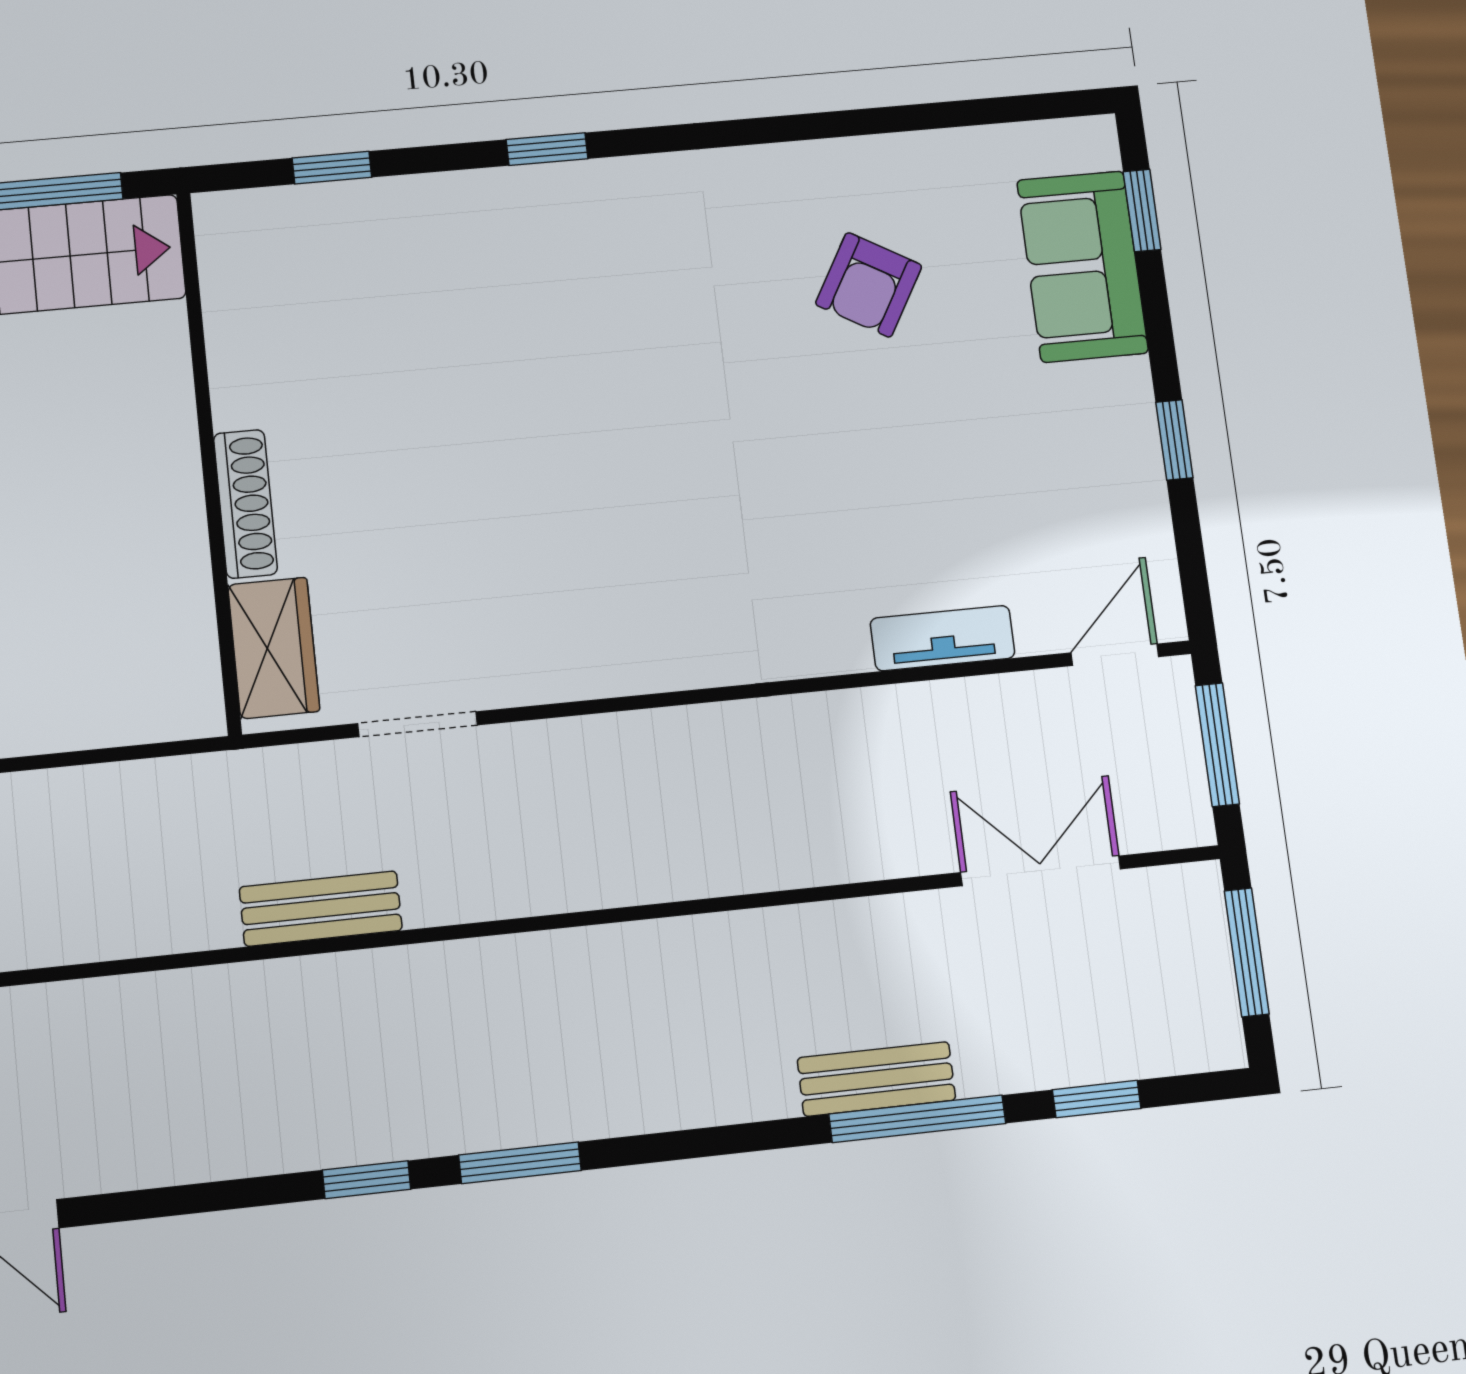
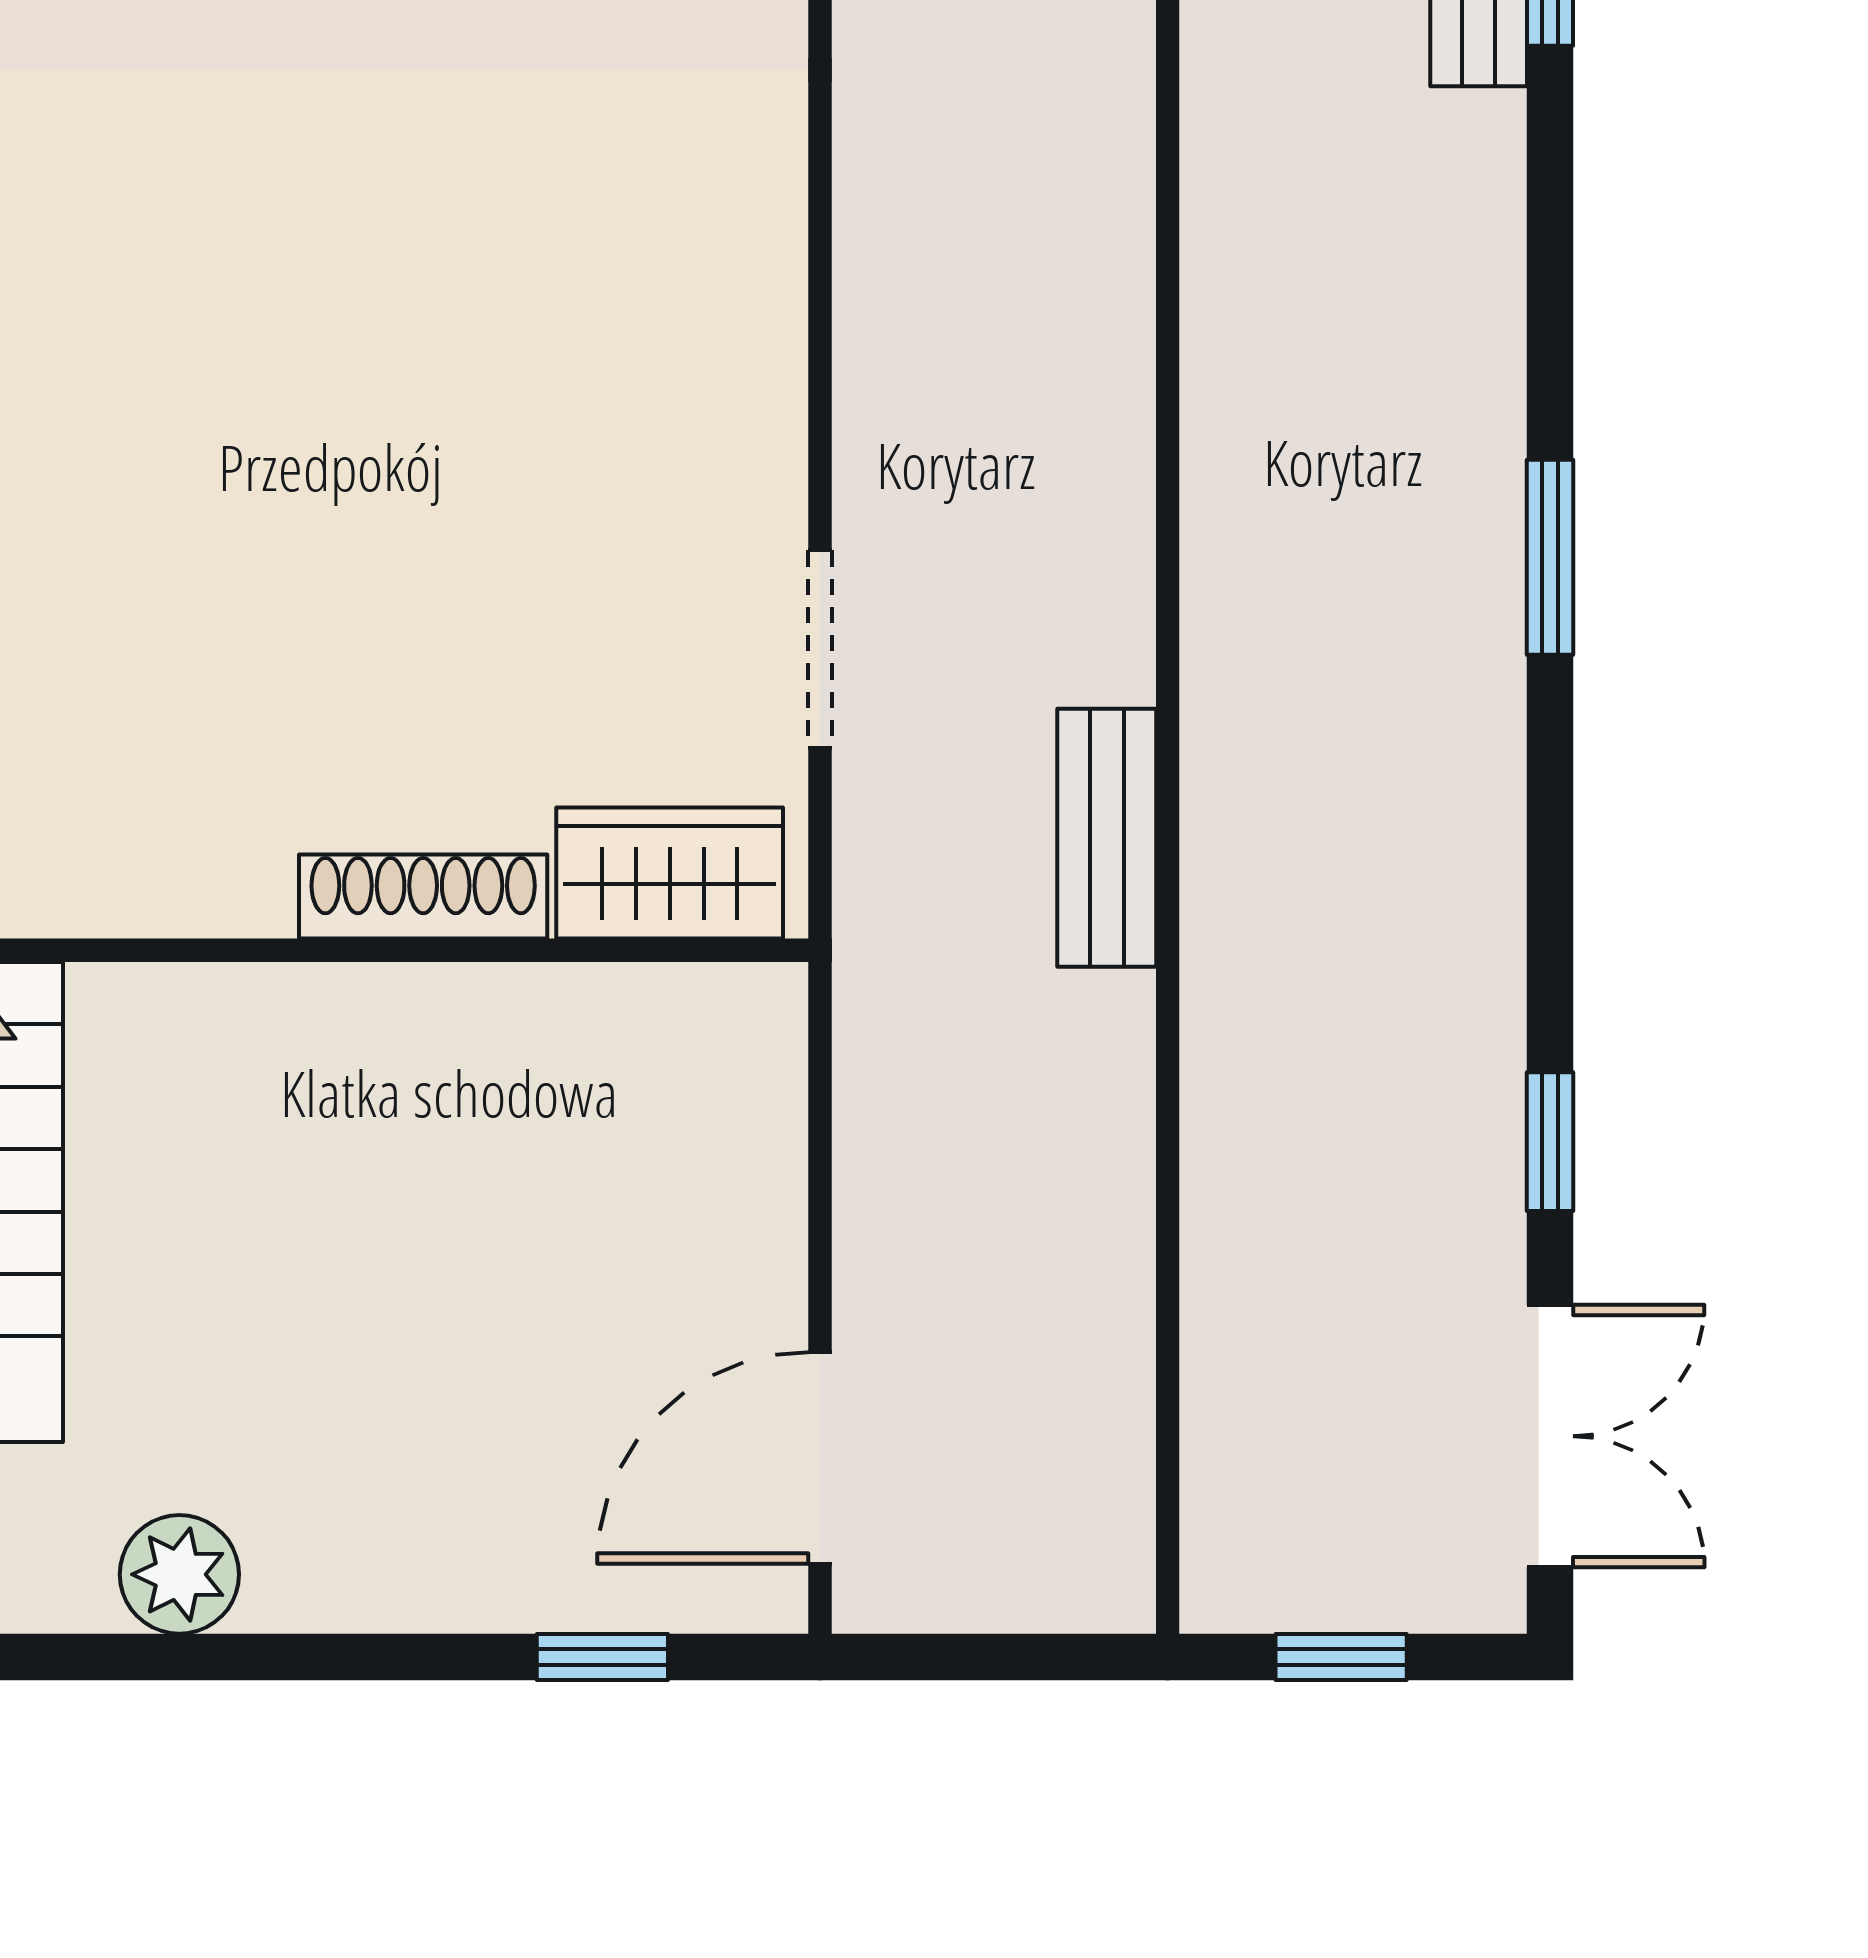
window: (367, 1180) -> (1550, 1142), moved

